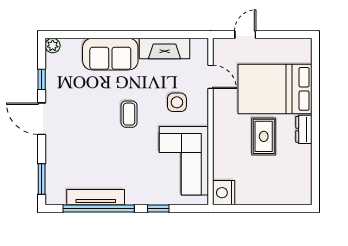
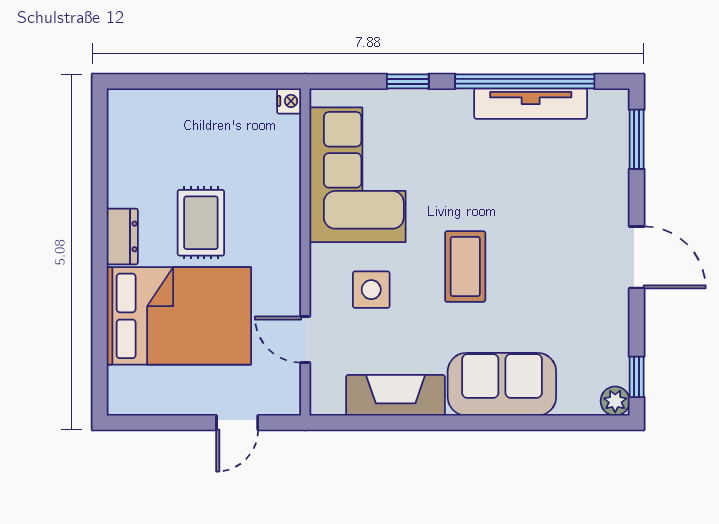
window: (42, 79) -> (637, 377), moved
coffee table: (129, 114) -> (465, 267), width x1.36, depth x1.30
nightstand: (224, 193) -> (289, 101), width x0.53, depth x0.56

